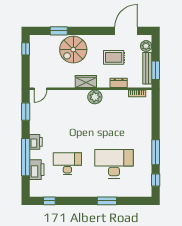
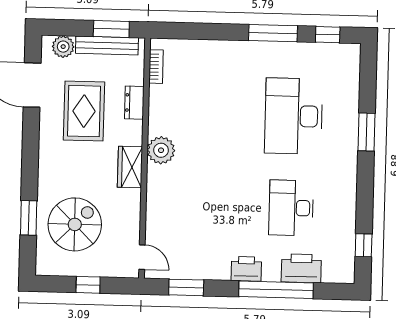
window: (26, 49) -> (88, 285), moved
spiral stairs: (73, 50) -> (75, 224), moved, turned -90
rug: (114, 57) -> (84, 111), width x1.36, depth x1.43

